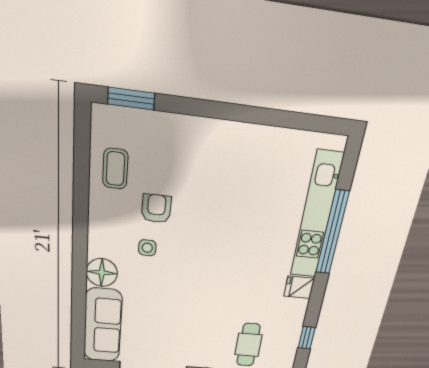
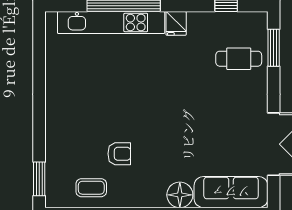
armchair: (156, 209) -> (119, 154), turned 180
side table: (147, 248) -> (153, 158), removed

